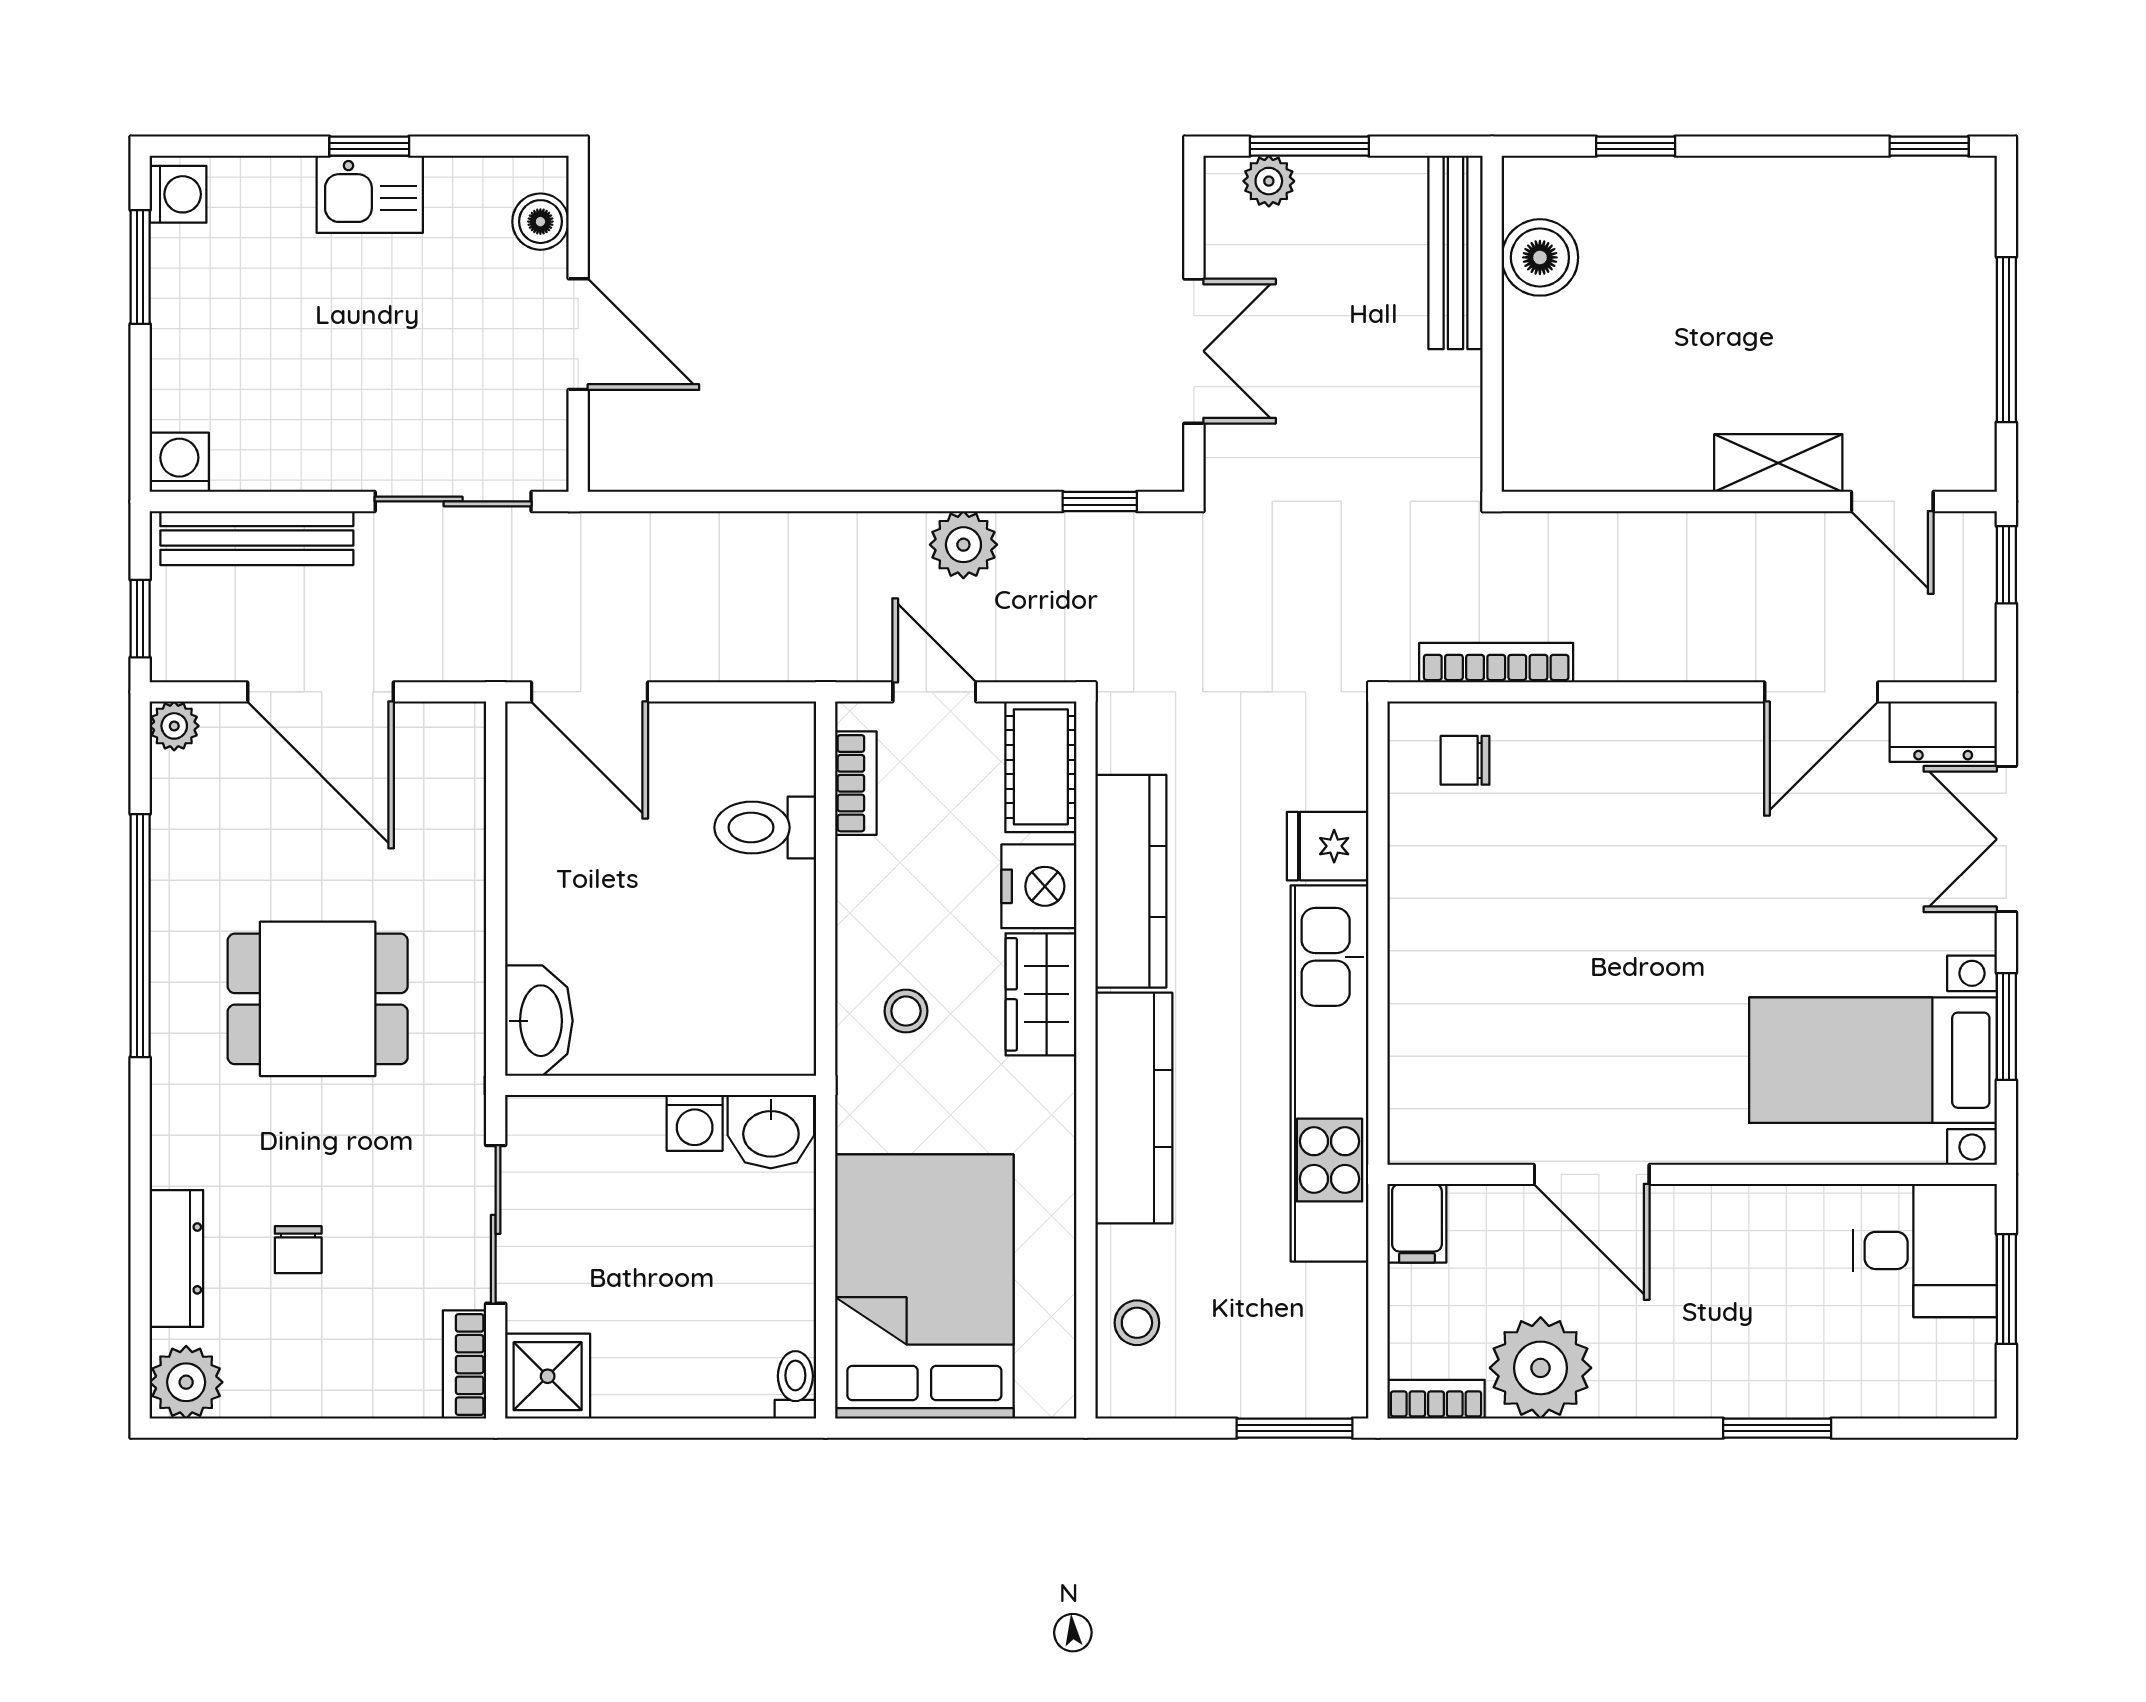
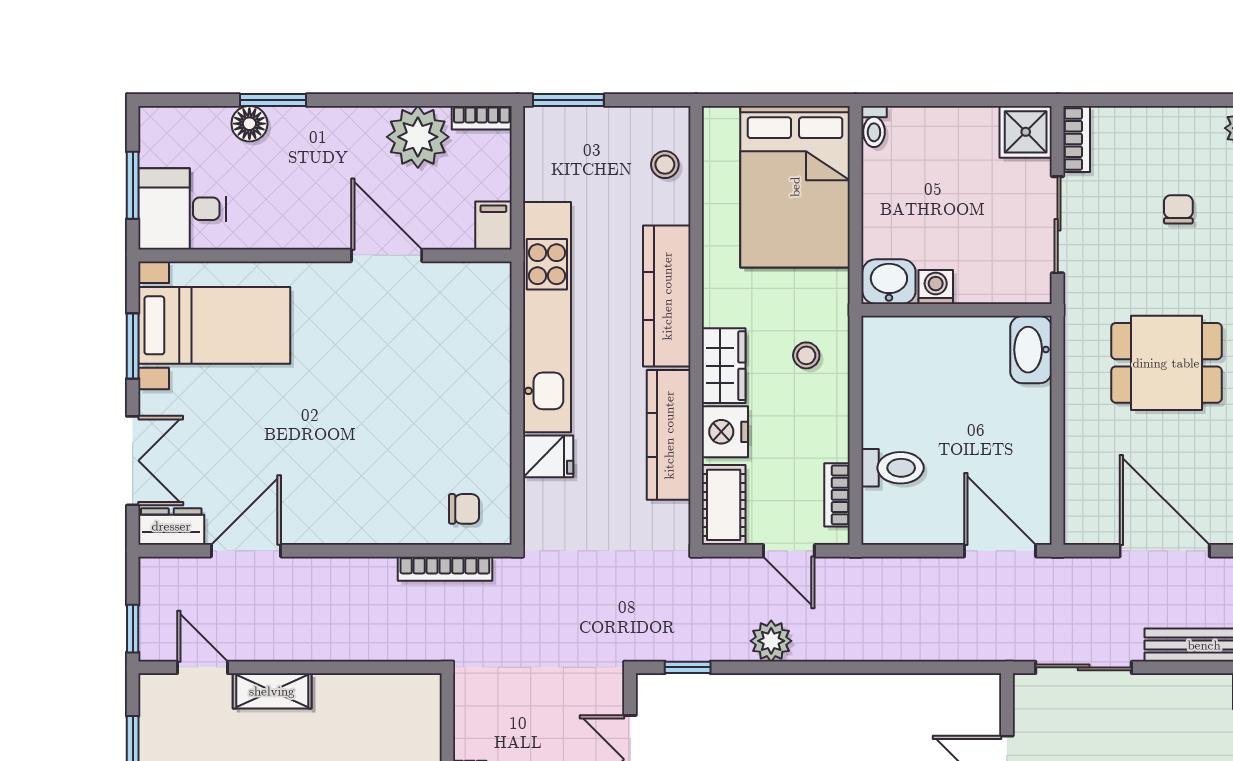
floor lamp: (1816, 1390) -> (249, 124), added

